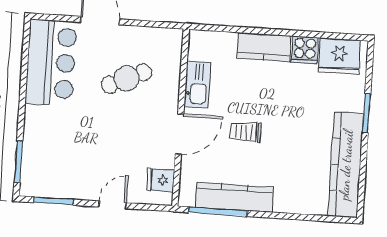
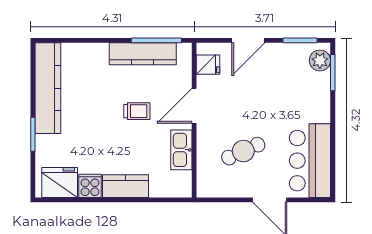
plant: (32, 176) -> (320, 61), added
door: (113, 205) -> (248, 40), width x1.38

